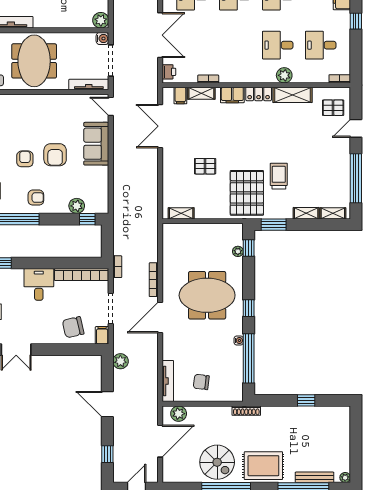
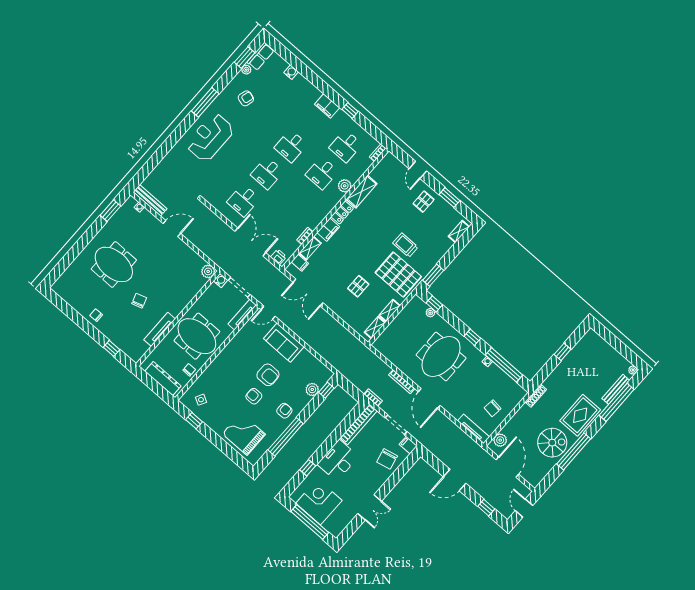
pallet: (333, 108) -> (424, 202), moved
window: (356, 178) -> (449, 198), width x0.47
shelving: (306, 213) -> (390, 311), moved
desk: (39, 284) -> (338, 460), width x1.37
plant: (120, 361) -> (435, 448), removed

